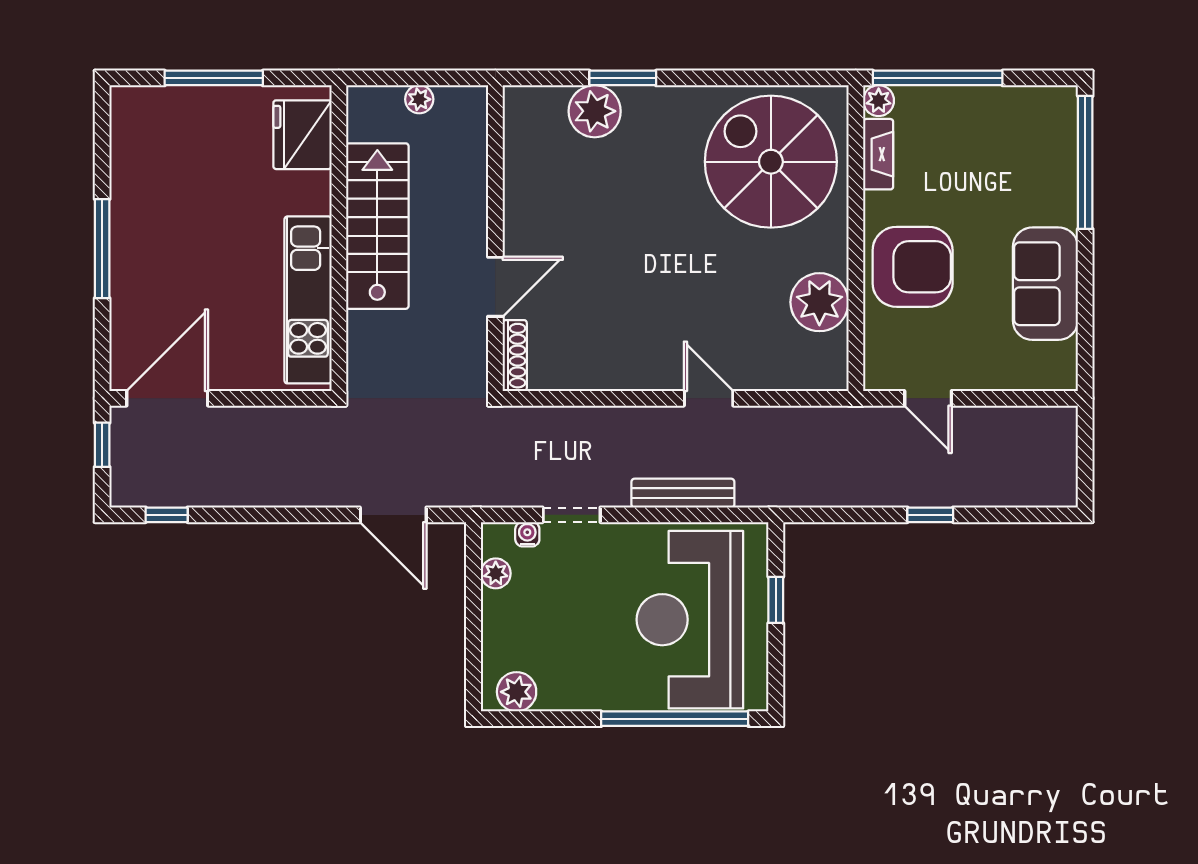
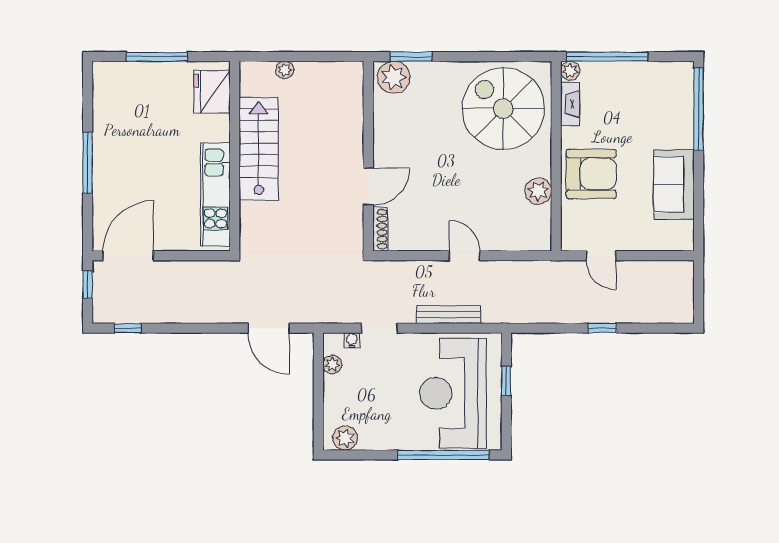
wall: (495, 238) -> (368, 156), moved
door: (495, 287) -> (368, 186), moved
plant: (819, 302) -> (538, 191), width x0.73, depth x0.73
shoe rack: (515, 356) -> (380, 229), moved

